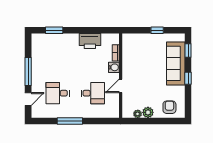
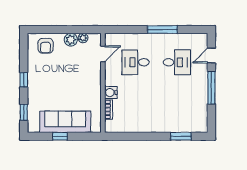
printer: (90, 41) -> (139, 124), removed
sofa: (176, 63) -> (65, 122), moved, turned -90
door: (121, 86) -> (103, 54), moved

